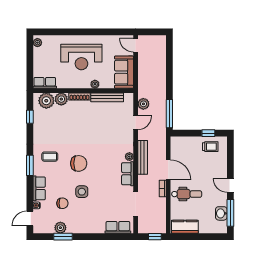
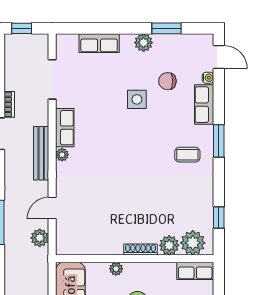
bench: (107, 97) -> (97, 248), removed
chair: (79, 163) -> (142, 144), removed
door: (30, 219) -> (219, 57), hinge flipped
row of seats: (118, 227) -> (99, 43), moved
plant: (60, 228) -> (144, 43), moved

